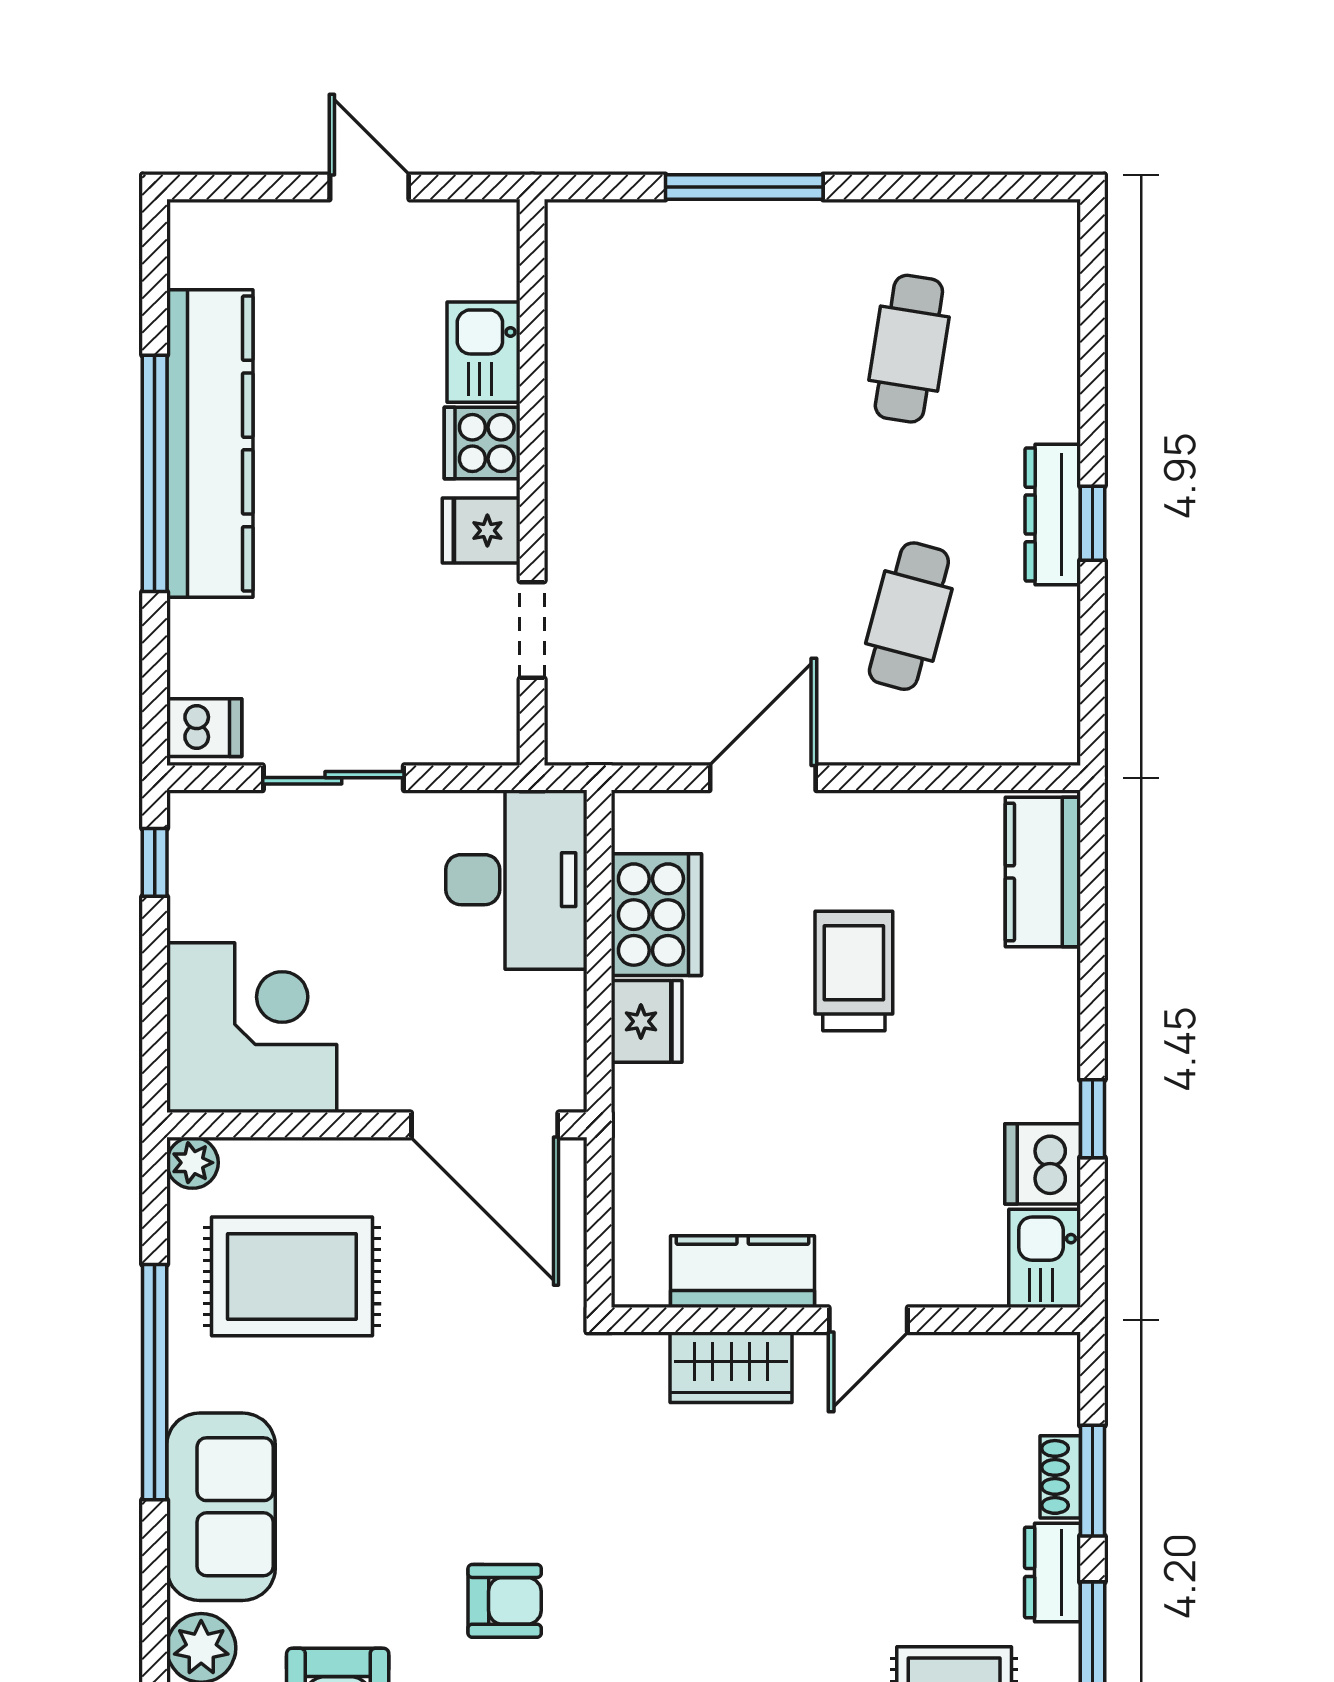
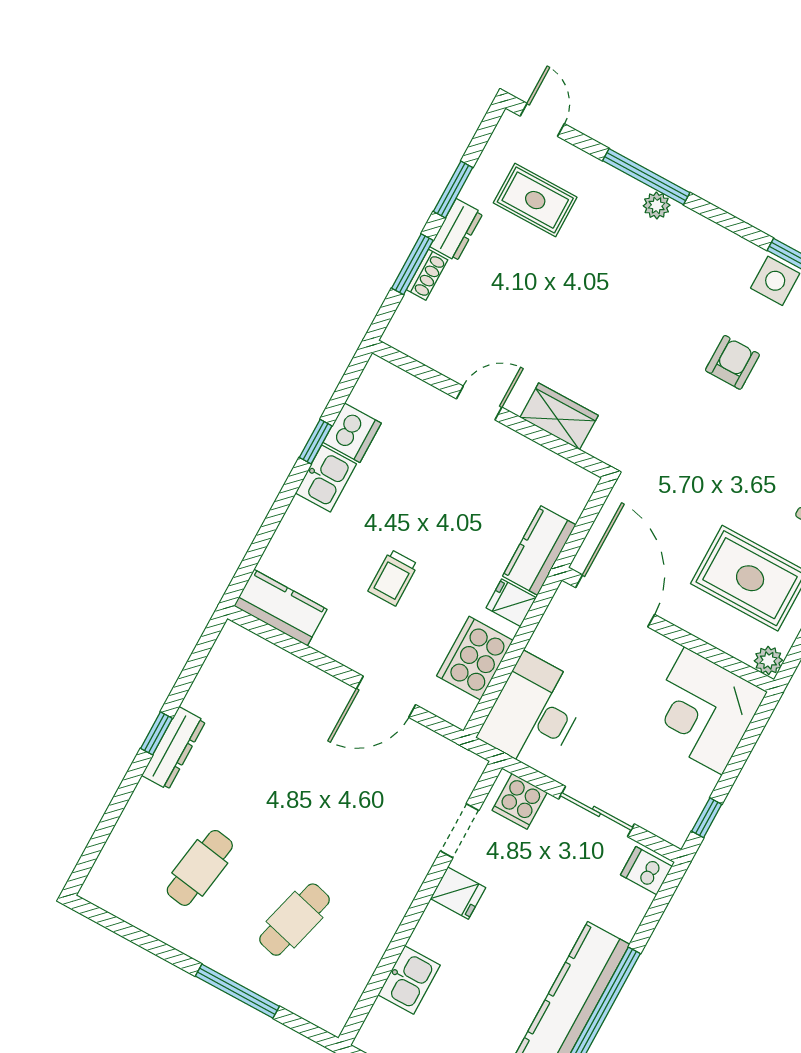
cooker: (482, 443) -> (520, 801), moved, turned 90
cafe table: (909, 616) -> (295, 920), moved
kitchen counter: (1043, 872) -> (280, 608), moved, turned -90
trolley: (854, 971) -> (393, 578), width x0.73, depth x0.72
fridge: (647, 1021) -> (511, 603), width x0.72
kitchen sink: (1045, 1258) -> (326, 478), moved
kitchen counter: (743, 1272) -> (539, 551), moved, turned 90
armchair: (505, 1601) -> (732, 362), turned 90

